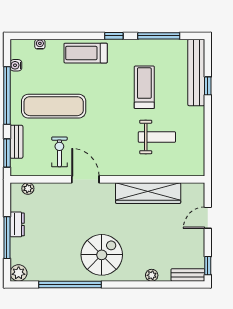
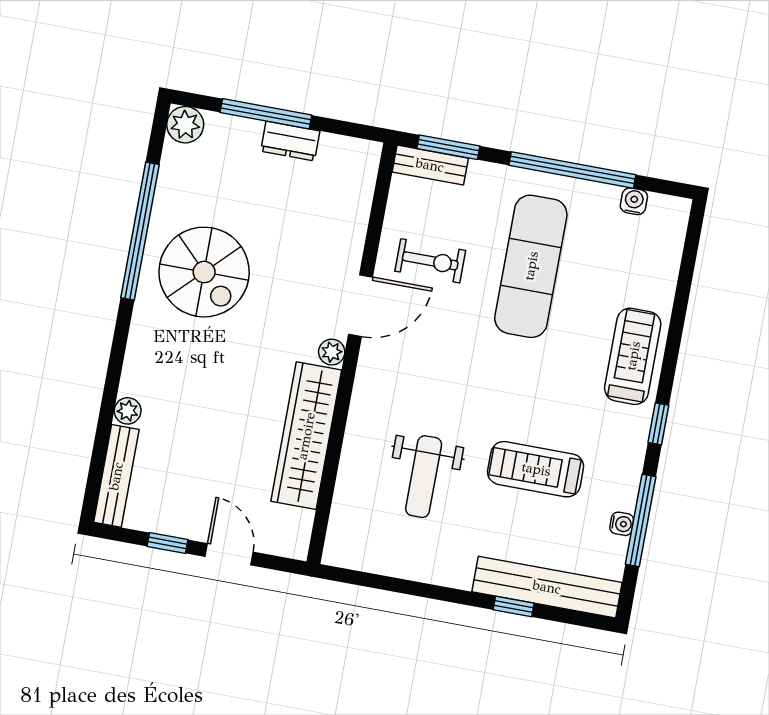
water cooler: (40, 44) -> (622, 524), moved
treadmill: (144, 87) -> (536, 469), turned 180
bench: (16, 142) -> (430, 165), moved
plant: (28, 188) -> (332, 352), moved
spiral stairs: (102, 255) -> (204, 272), moved
window: (208, 266) -> (168, 543), moved
bench: (188, 275) -> (116, 476), width x1.36

